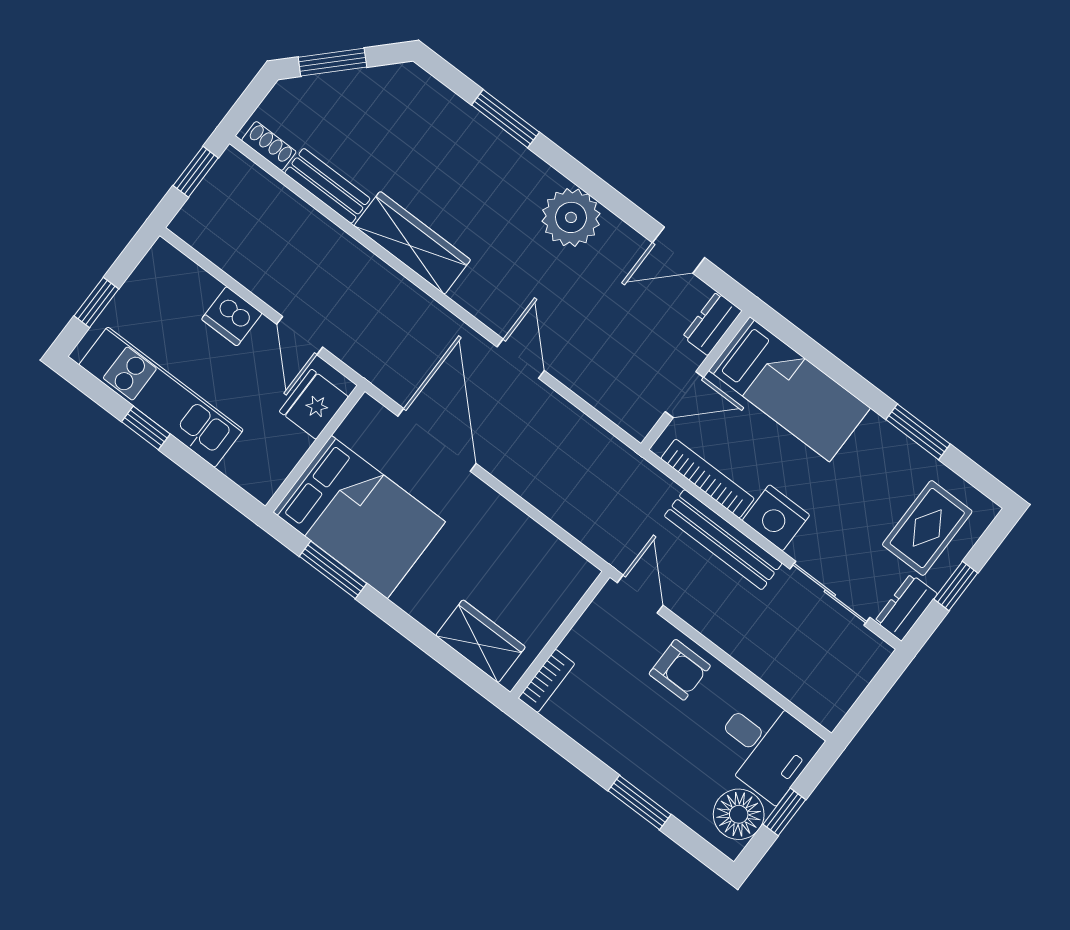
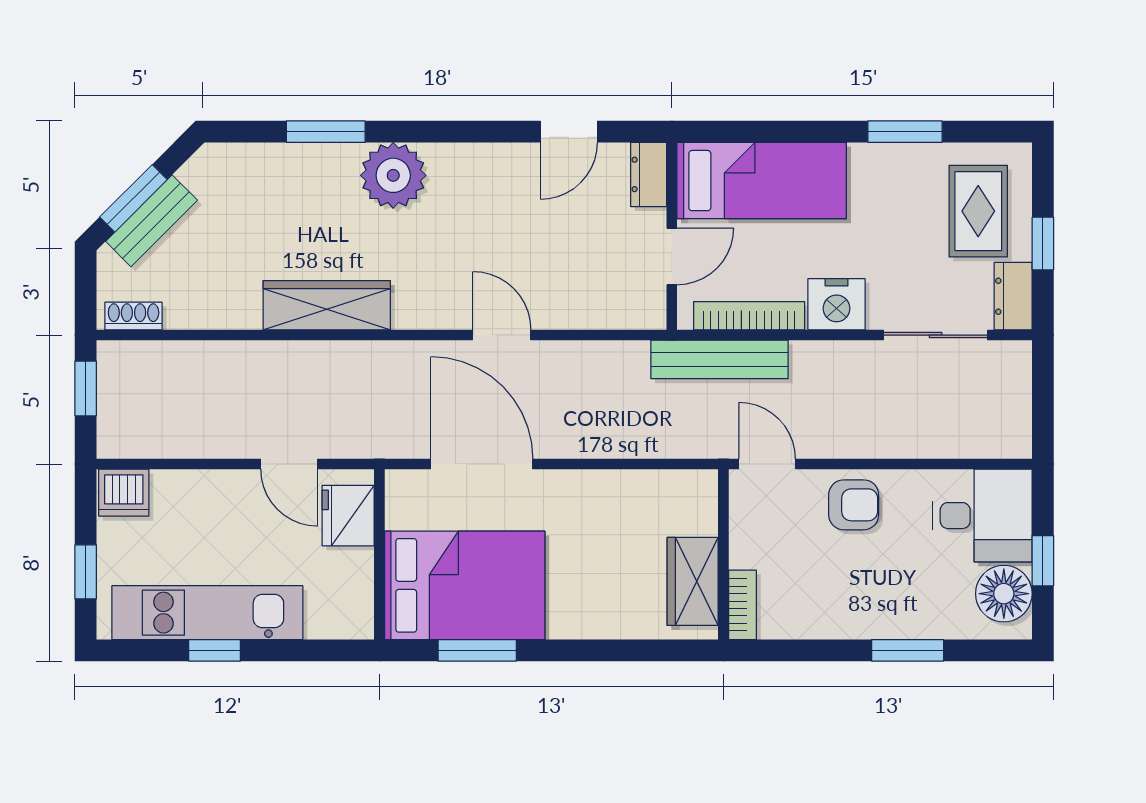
bench: (327, 186) -> (152, 221), moved, turned -45
plant: (571, 217) -> (393, 175), moved
dishwasher: (232, 316) -> (124, 493), moved
bench: (723, 540) -> (719, 359), moved
wardrobe: (481, 641) -> (693, 581), moved, turned -90

